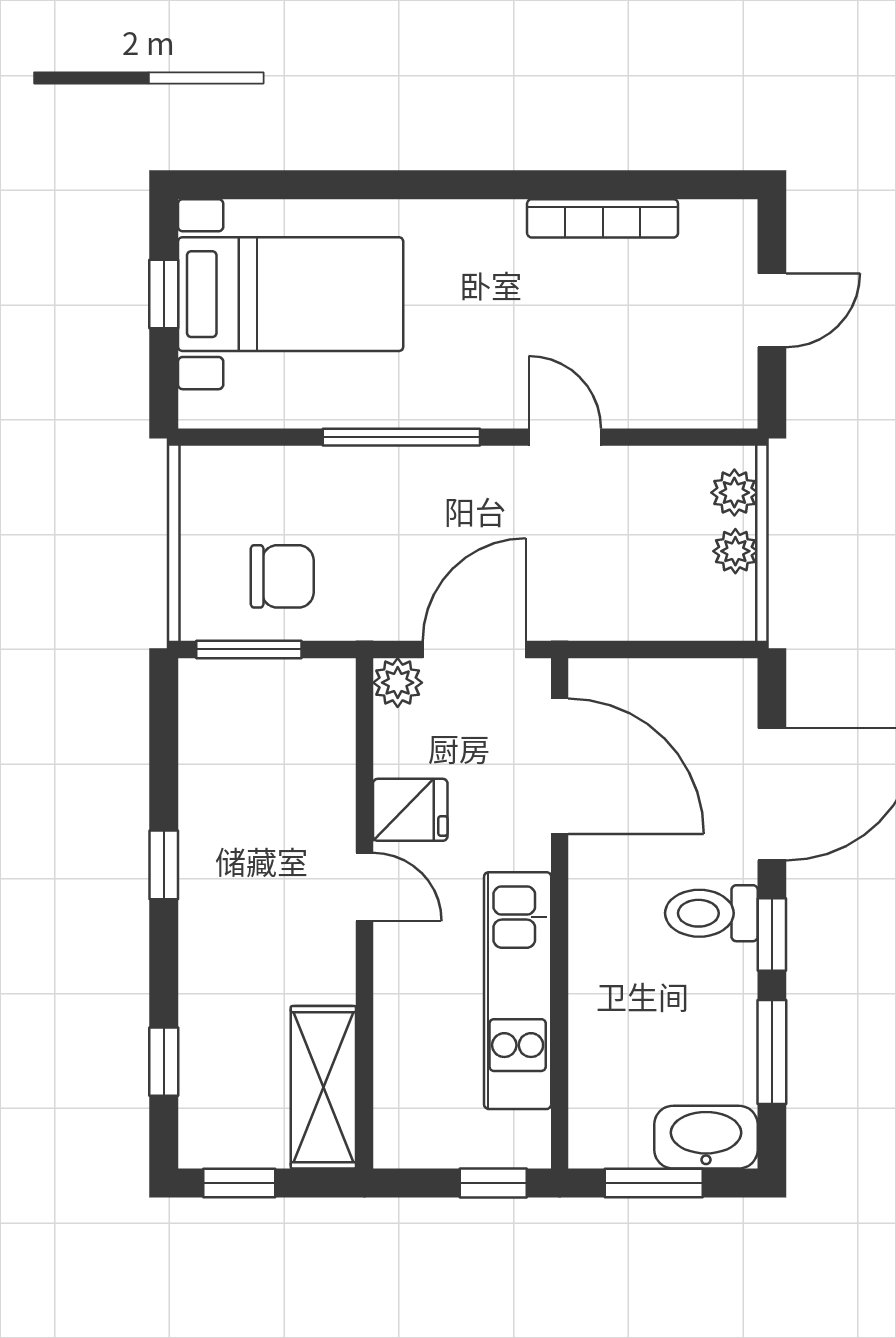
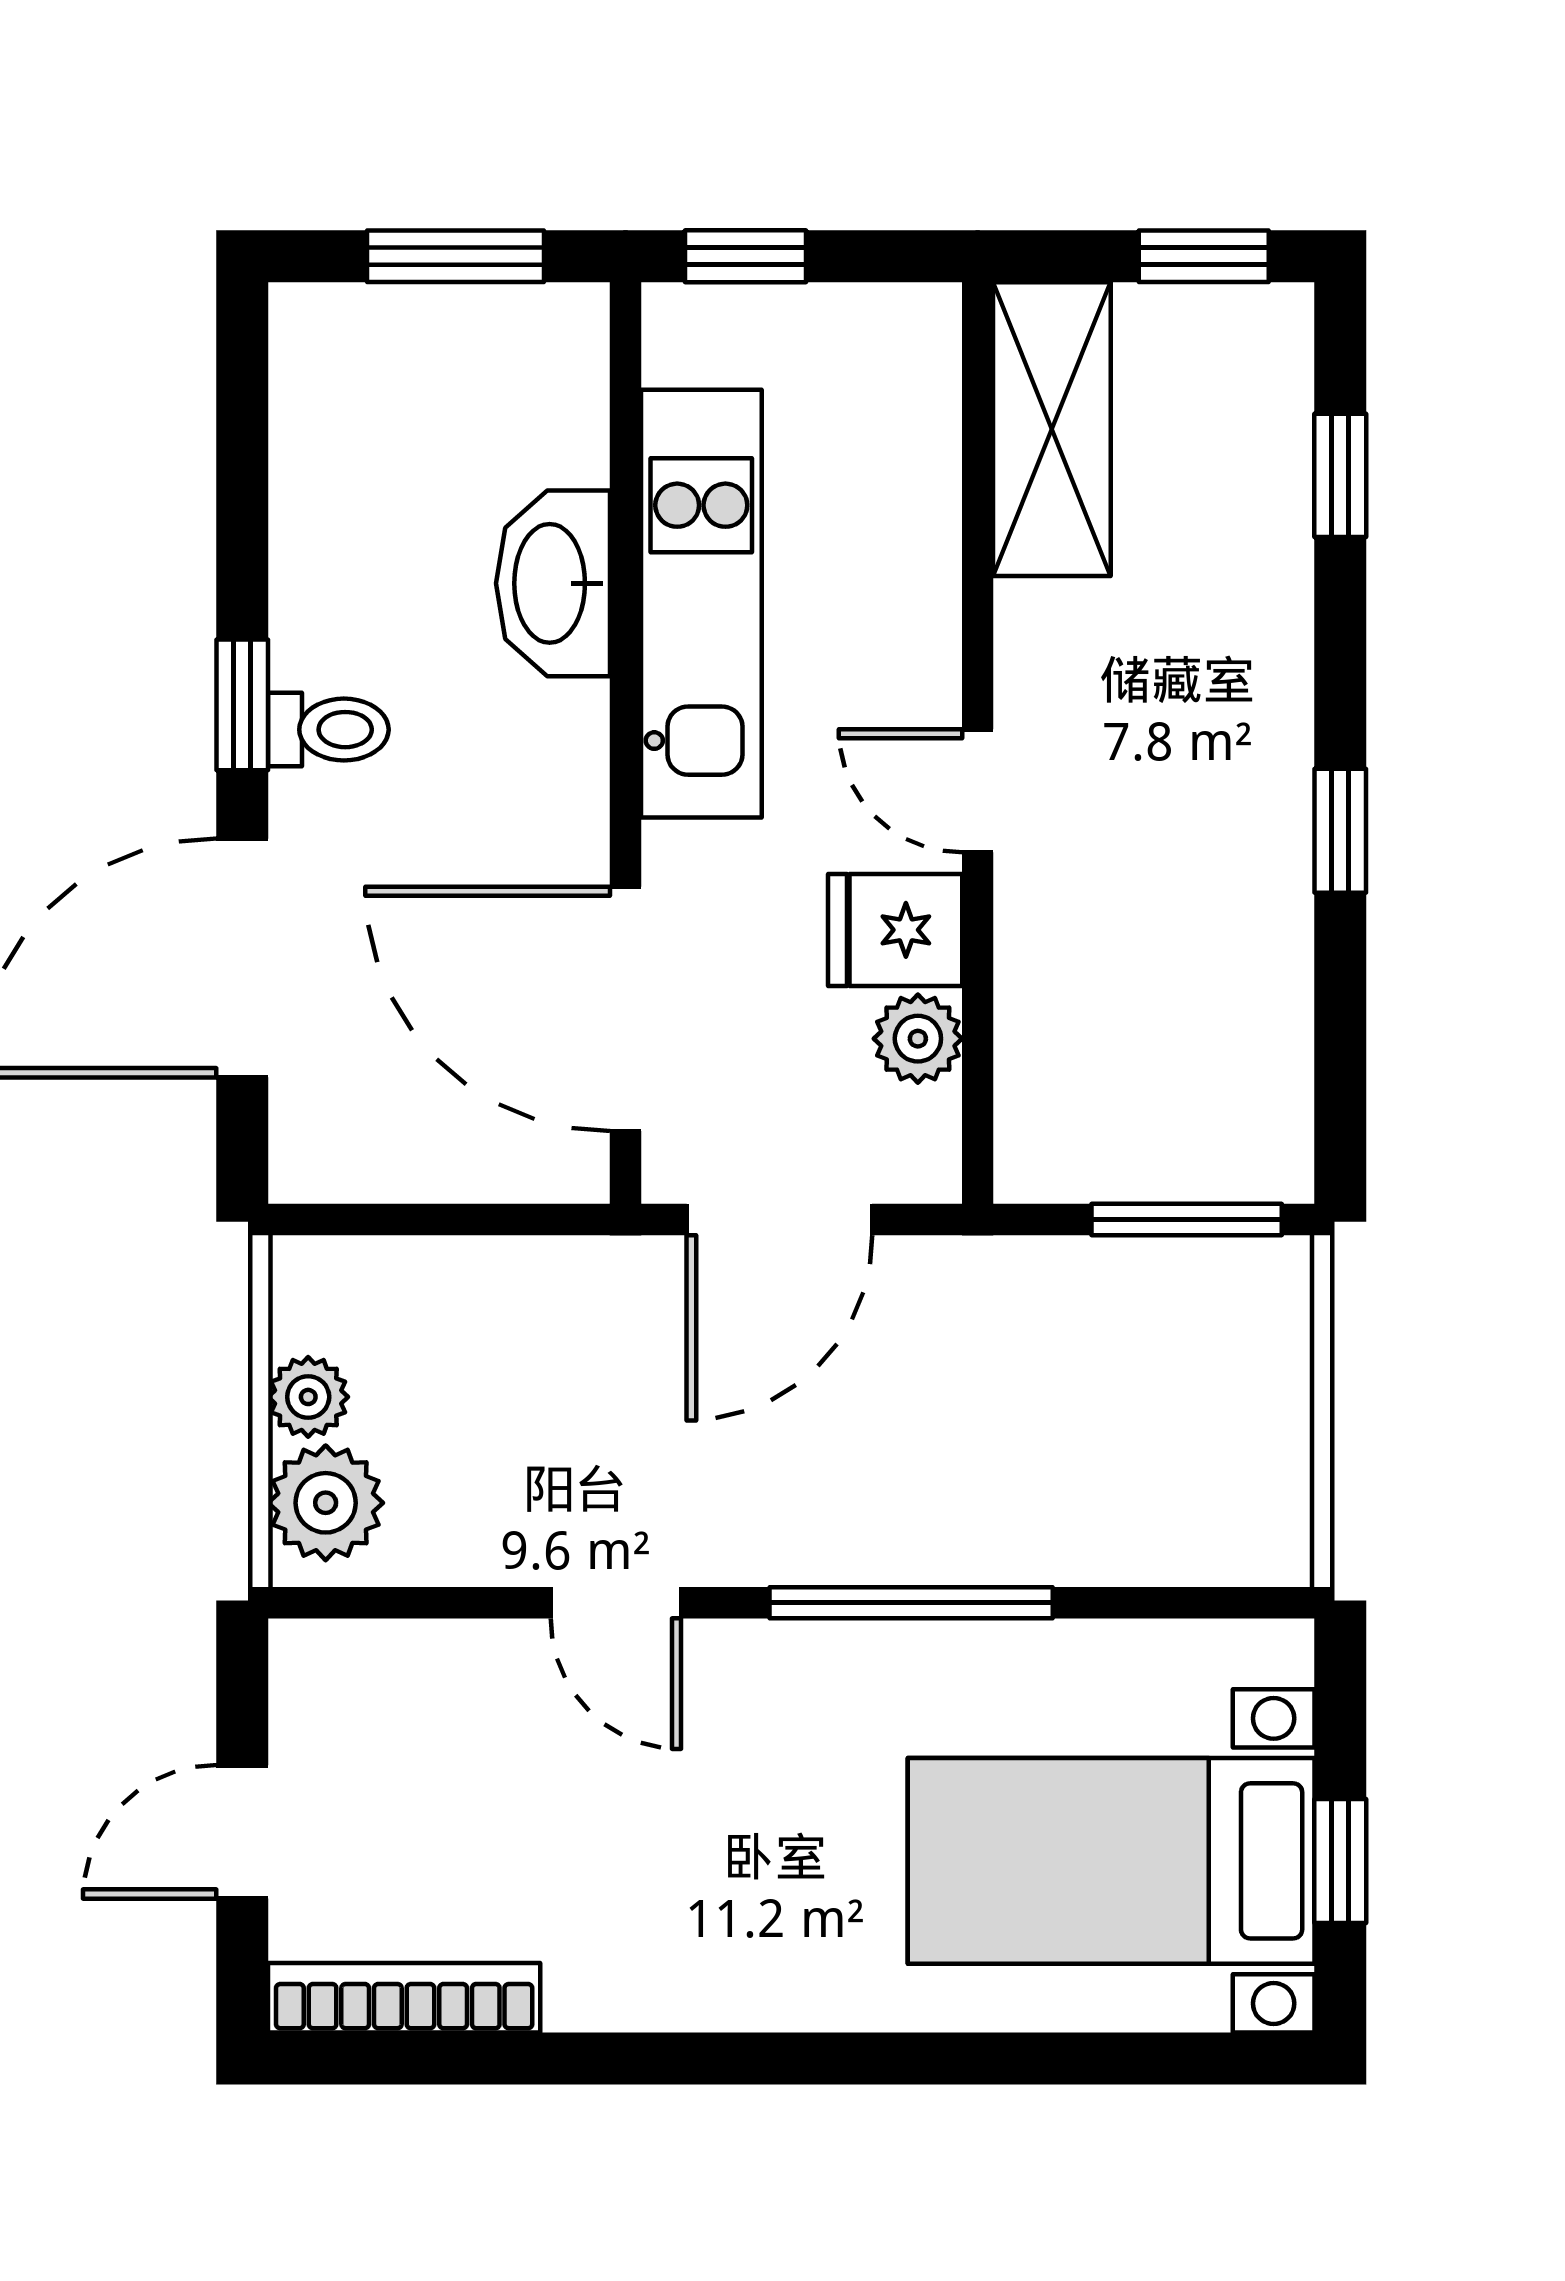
bookcase: (603, 218) -> (404, 1998), moved
plant: (734, 493) -> (326, 1503), width x1.38, depth x1.38
chair: (282, 576) -> (1126, 1351), removed
plant: (398, 683) -> (918, 1039), moved
toilet: (711, 913) -> (328, 730), width x0.73, depth x0.72
window: (772, 1052) -> (242, 493), removed
washbasin: (706, 1137) -> (553, 583), moved, turned 90

